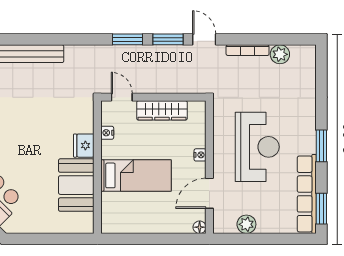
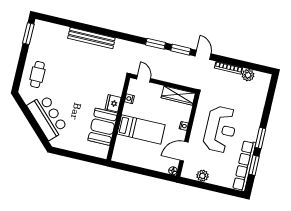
wardrobe: (162, 110) -> (178, 96), moved
window: (321, 209) -> (254, 165), moved

